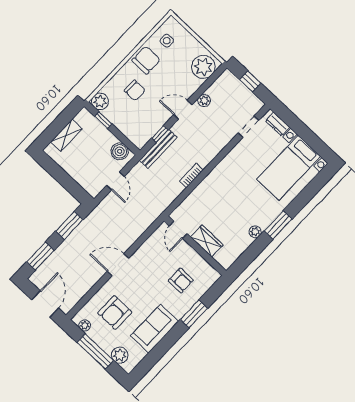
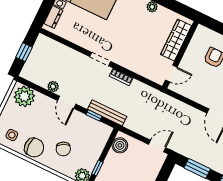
chair: (146, 60) -> (34, 148), turned 180
chair: (135, 90) -> (63, 149), turned 152
doorway: (249, 127) -> (100, 59), moved
door: (115, 181) -> (157, 146), moved
wardrobe: (207, 241) -> (176, 40), width x1.50

